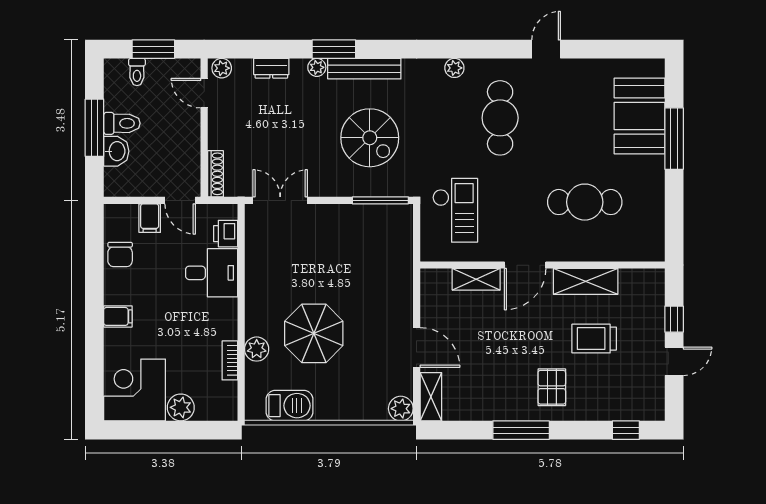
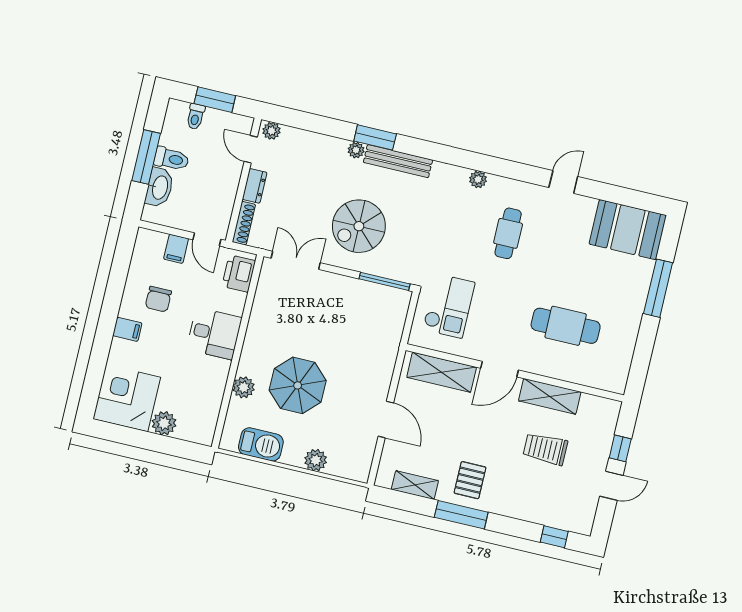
dresser: (271, 68) -> (255, 186), moved, turned -90
booth: (639, 116) -> (628, 230), moved, turned 90
cafe table: (500, 118) -> (508, 233), width x0.73, depth x0.74
spiral stairs: (370, 138) -> (359, 226), moved, turned 90
washbasin: (116, 151) -> (159, 187), width x1.38
printer: (226, 234) -> (239, 274), width x1.36, depth x1.24
chair: (120, 254) -> (158, 299), moved
desk: (212, 273) -> (214, 333), moved
shelving: (476, 279) -> (442, 372), width x1.50, depth x1.33
bookcase: (230, 360) -> (217, 392), removed
pallet: (552, 387) -> (470, 480), moved
shelving: (431, 397) -> (415, 485), moved, turned 90
plant: (401, 409) -> (316, 460), moved

